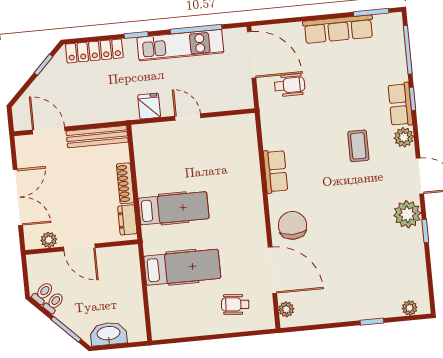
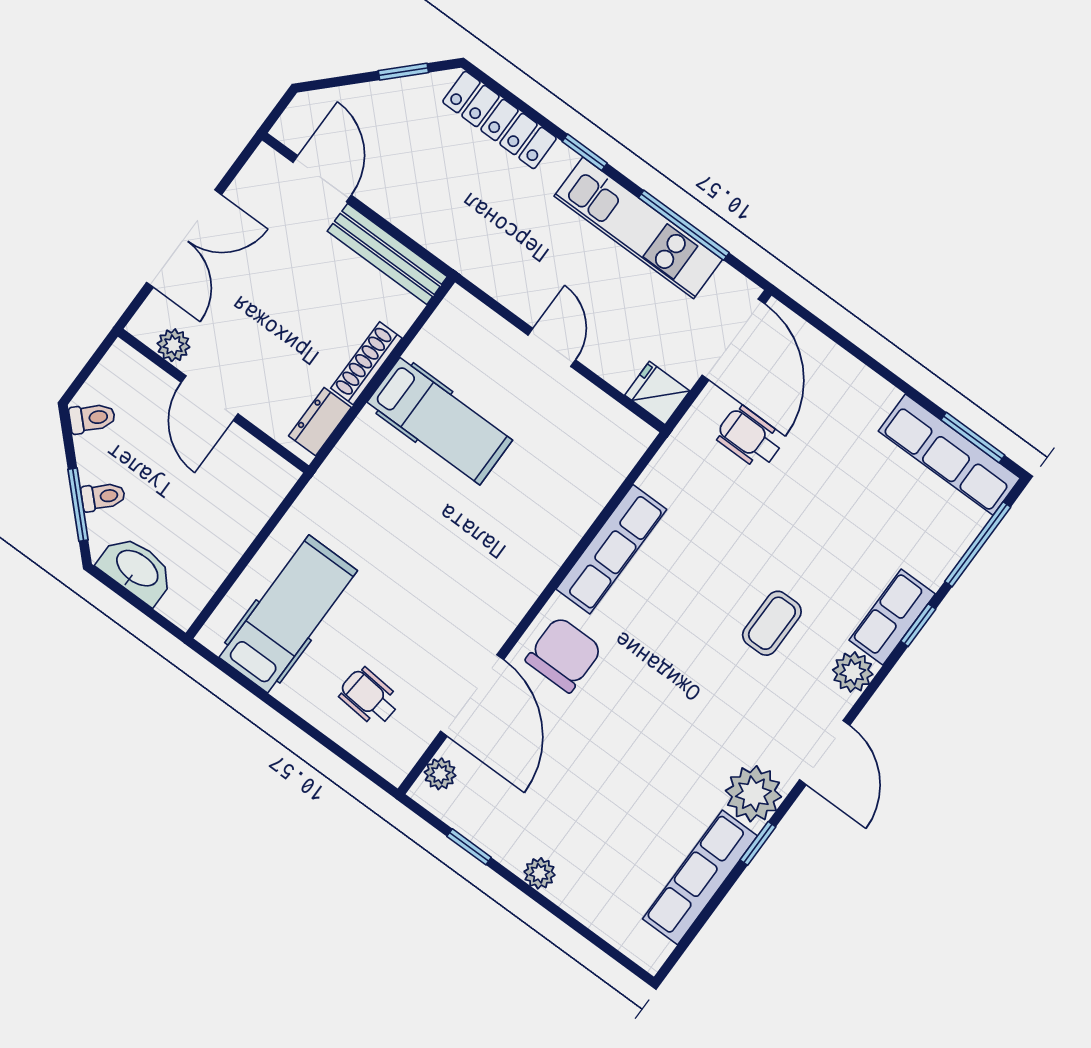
row of seats: (338, 29) -> (949, 455), moved
wheelchair: (290, 85) -> (750, 437), turned 180
fridge: (149, 106) -> (657, 393), moved, turned -90
row of seats: (275, 171) -> (611, 549), width x1.48
hospital bed: (174, 208) -> (440, 421), moved
row of seats: (415, 262) -> (700, 877), added
hospital bed: (182, 267) -> (288, 614), moved, turned -90
toilet: (54, 303) -> (103, 497), moved
plant: (410, 308) -> (539, 873), moved
window: (372, 322) -> (469, 847), moved

